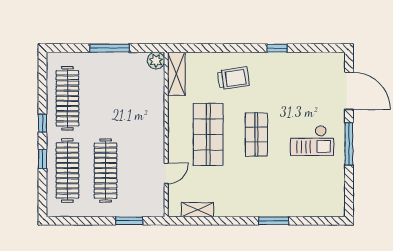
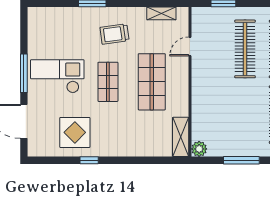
trolley: (233, 78) -> (115, 34), moved
display table: (293, 79) -> (75, 132), added
checkout: (312, 141) -> (57, 76), width x1.36, depth x1.21

